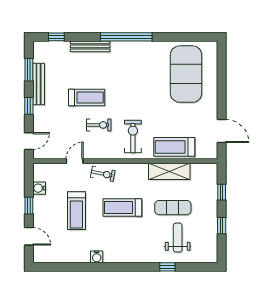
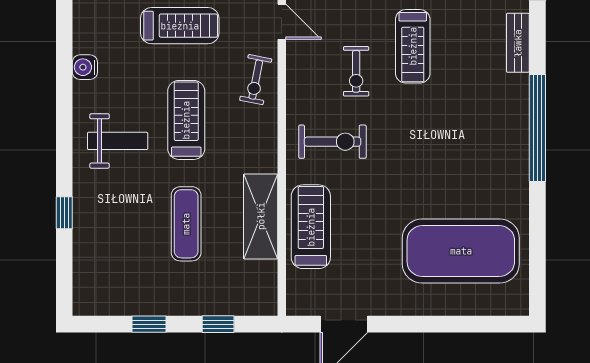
bench: (90, 46) -> (518, 43), width x0.73
treadmill: (76, 211) -> (180, 26), turned 180
weight bench: (178, 238) -> (118, 141), moved

